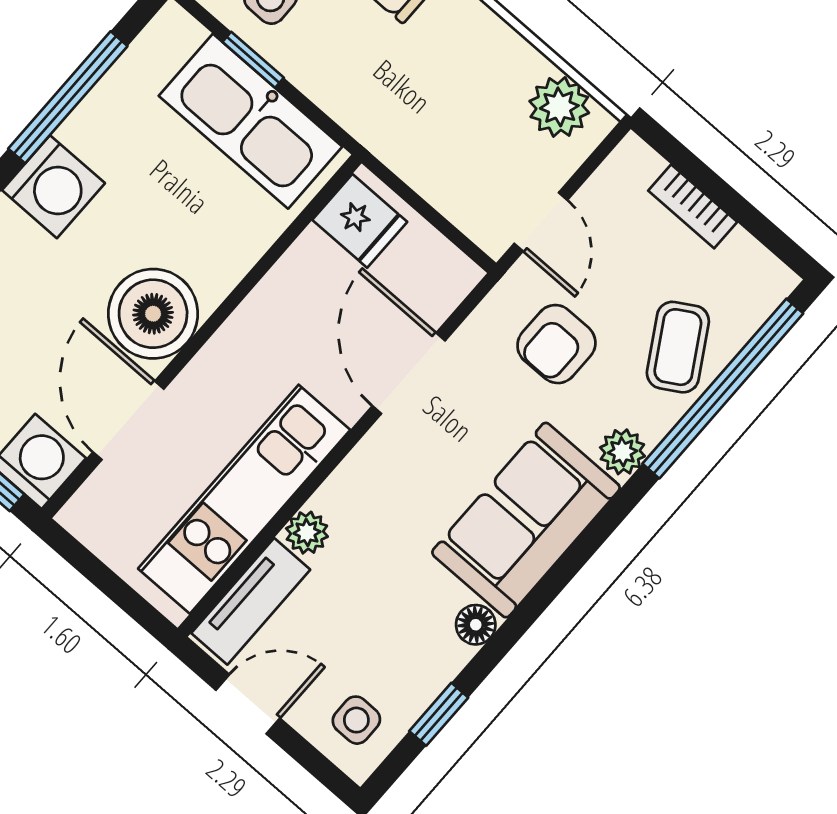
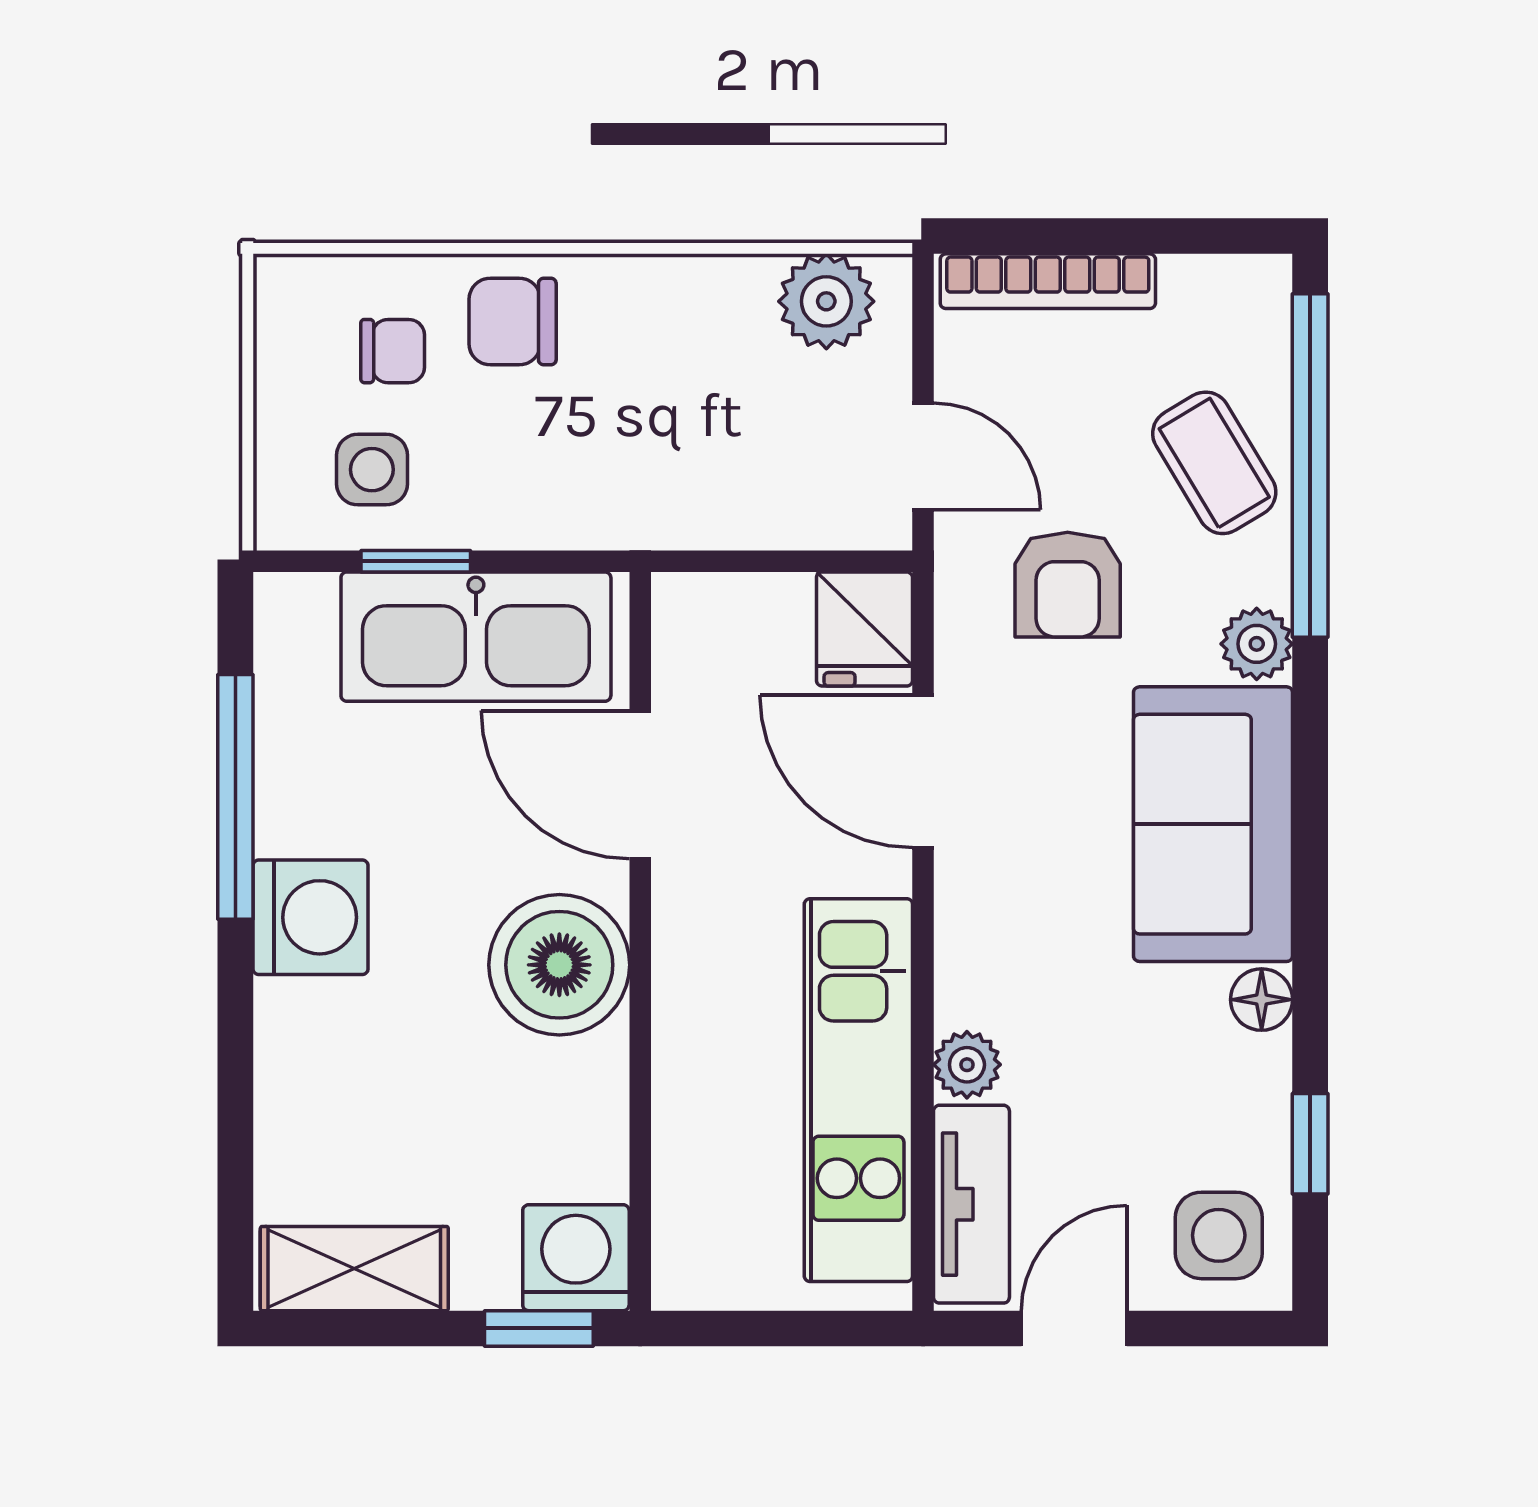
bookcase: (693, 206) -> (1048, 281), width x1.56
fridge: (360, 221) -> (864, 629), moved, turned 90
door: (128, 420) -> (640, 785), moved
side table: (356, 720) -> (1219, 1235), width x1.37, depth x1.37

